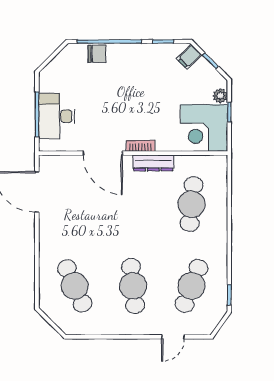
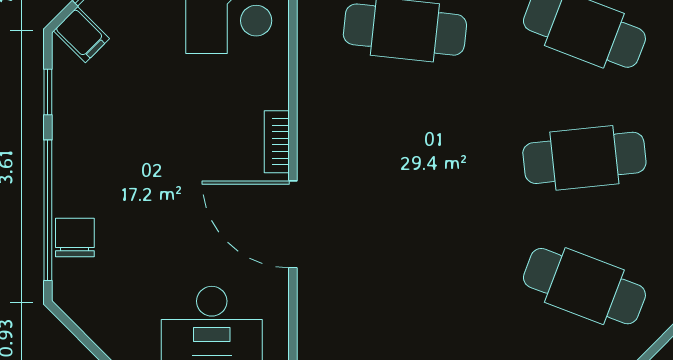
door: (103, 153) -> (293, 224), swing flipped
dresser: (153, 163) -> (314, 114), removed
cafe table: (75, 286) -> (584, 286), turned 45

